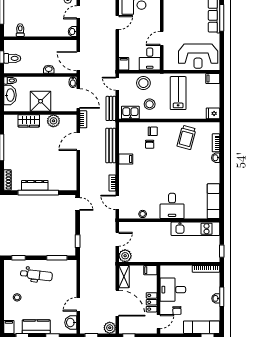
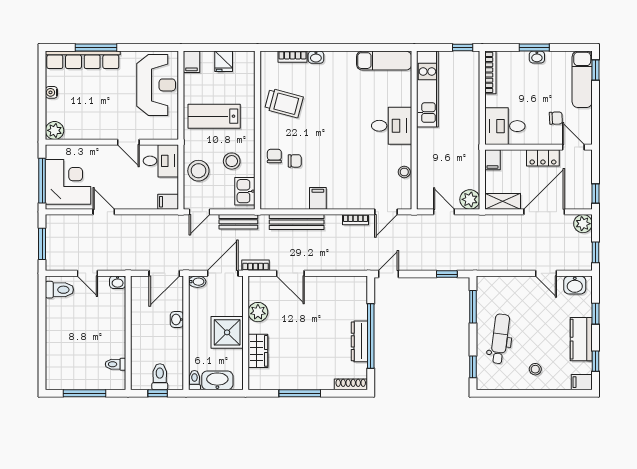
fridge: (213, 113) -> (224, 61), moved
desk: (173, 290) -> (505, 126), moved, turned 90

